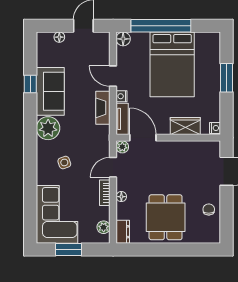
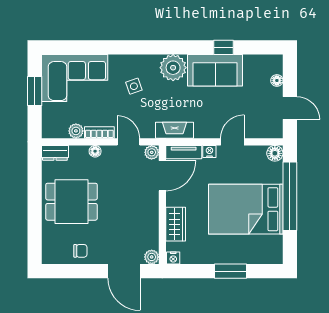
fireplace: (103, 108) -> (175, 130), moved
plant: (214, 147) -> (152, 257), added
plant: (104, 227) -> (76, 131), moved

